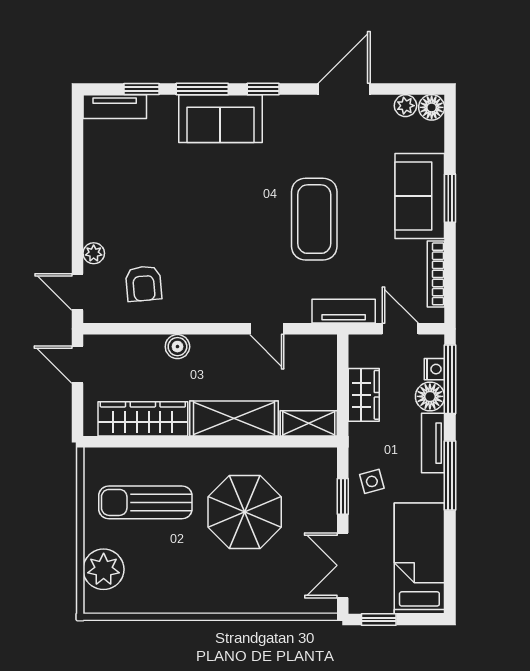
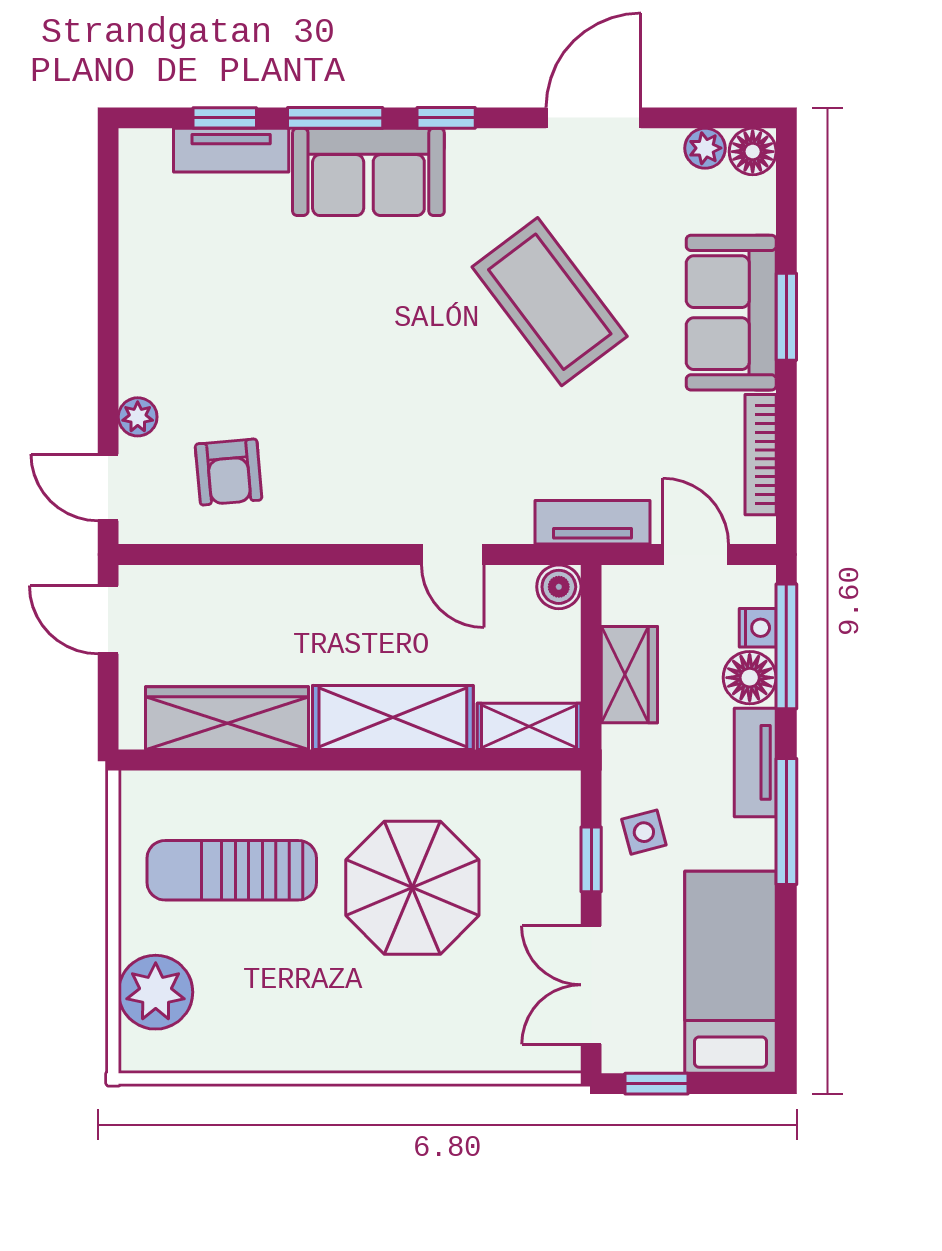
tv unit: (115, 107) -> (231, 150), moved
coffee table: (314, 219) -> (550, 302), moved, turned -37
boiler: (177, 347) -> (559, 587), moved

